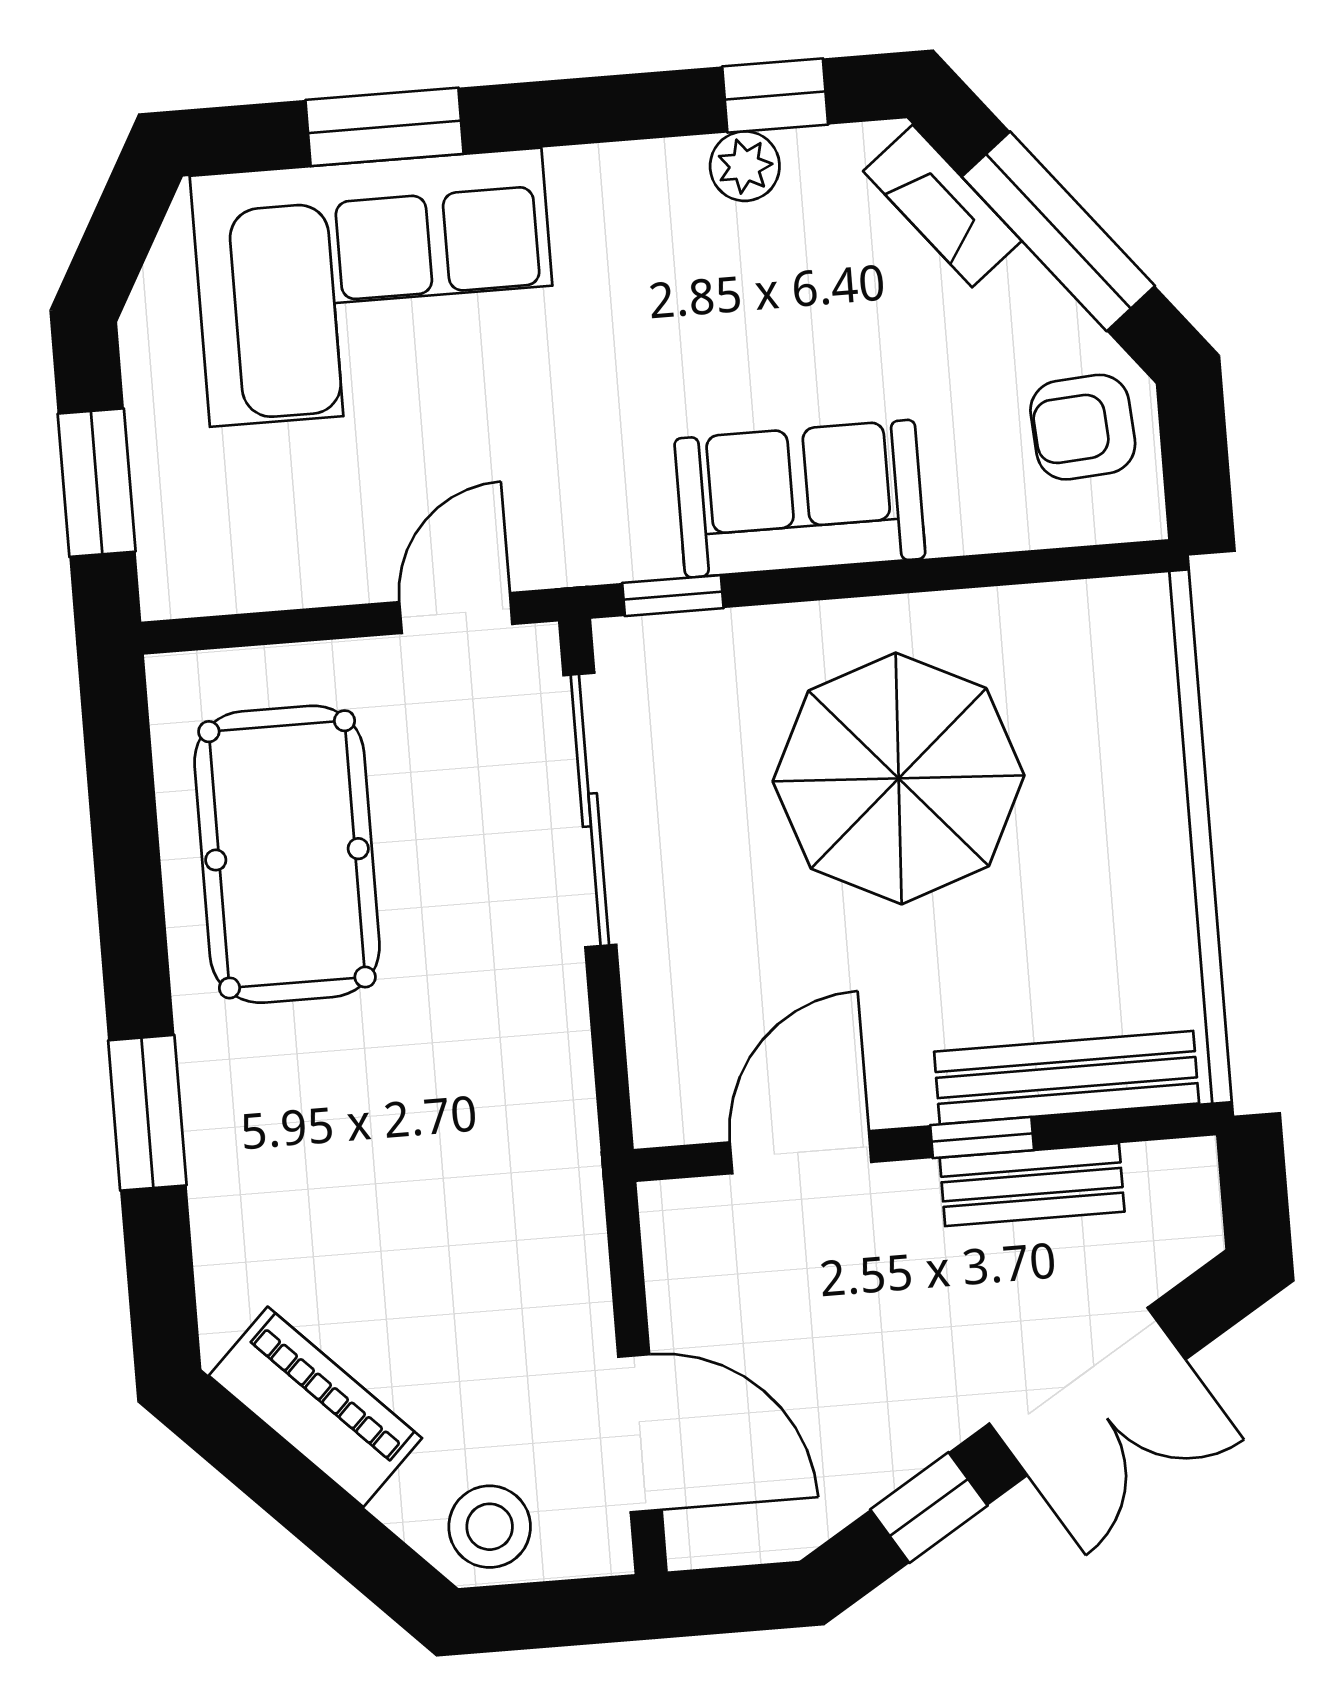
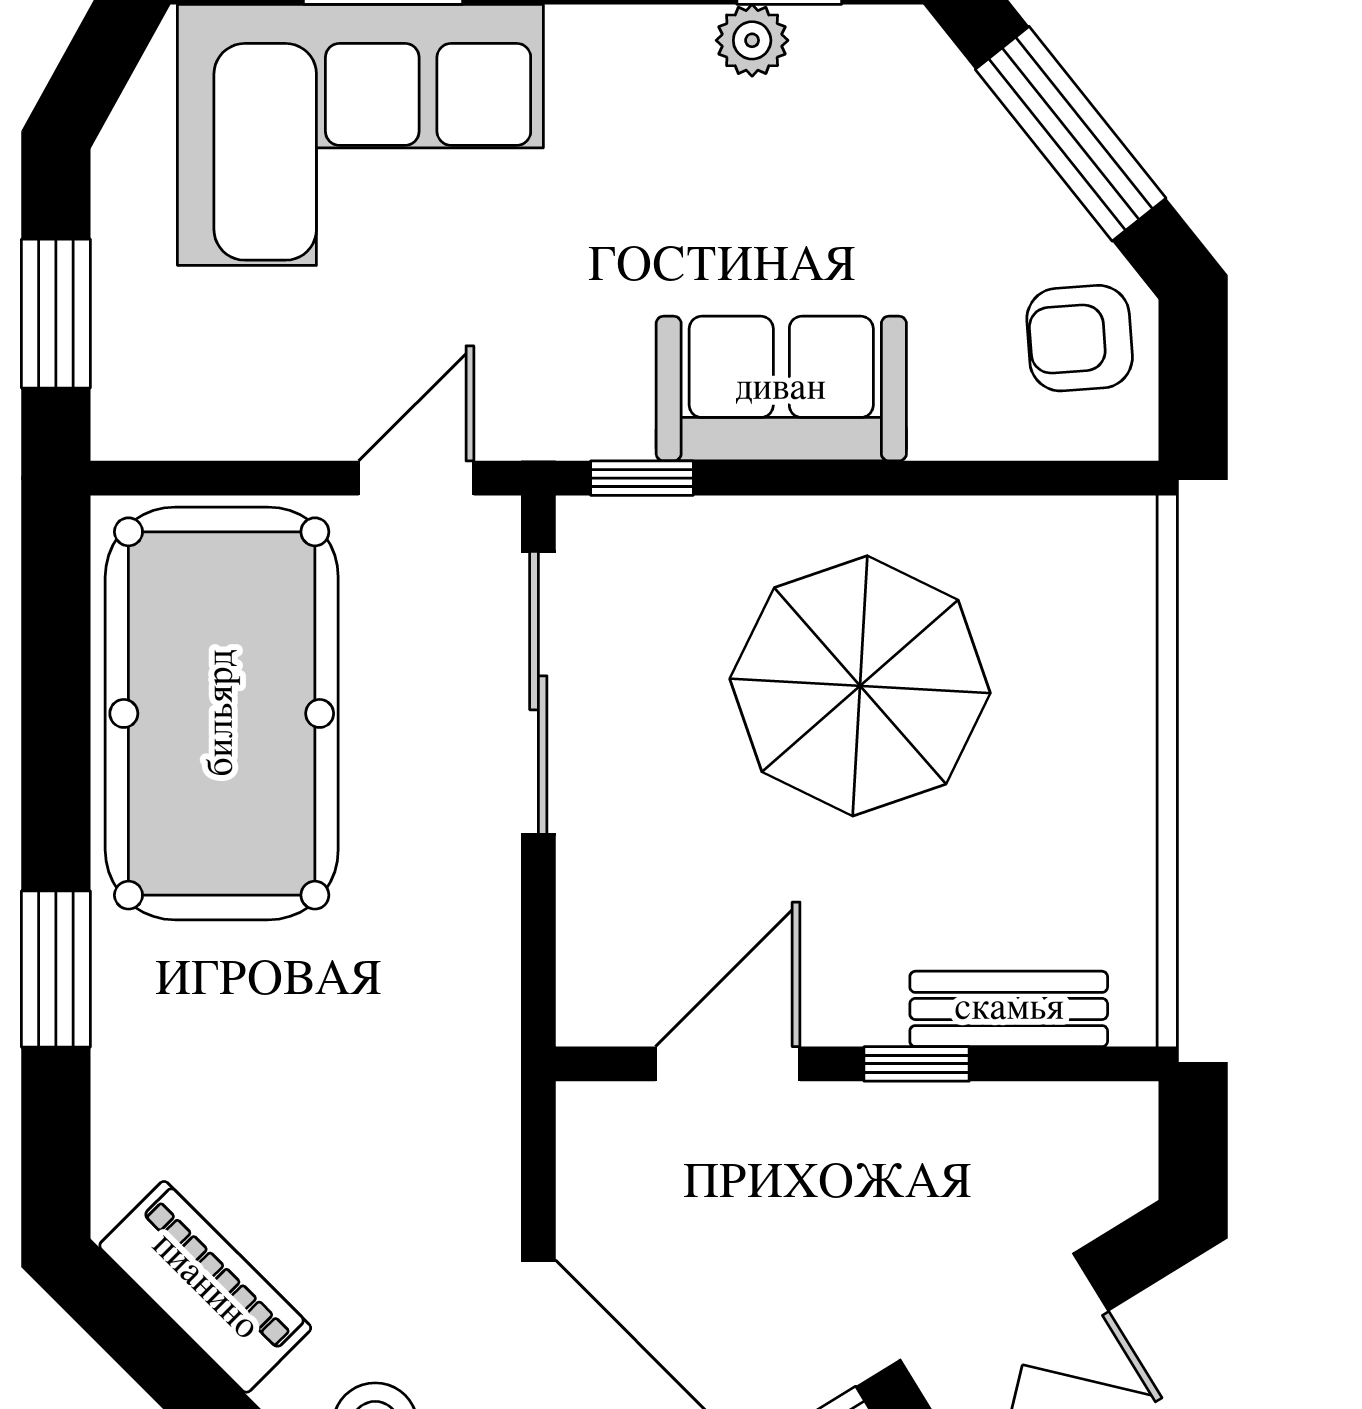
fireplace: (942, 206) -> (953, 98), removed
pool table: (287, 854) -> (222, 713), width x1.36, depth x1.32
bench: (1067, 1078) -> (1009, 1009), width x0.73
bench: (1032, 1185) -> (964, 1117), removed

